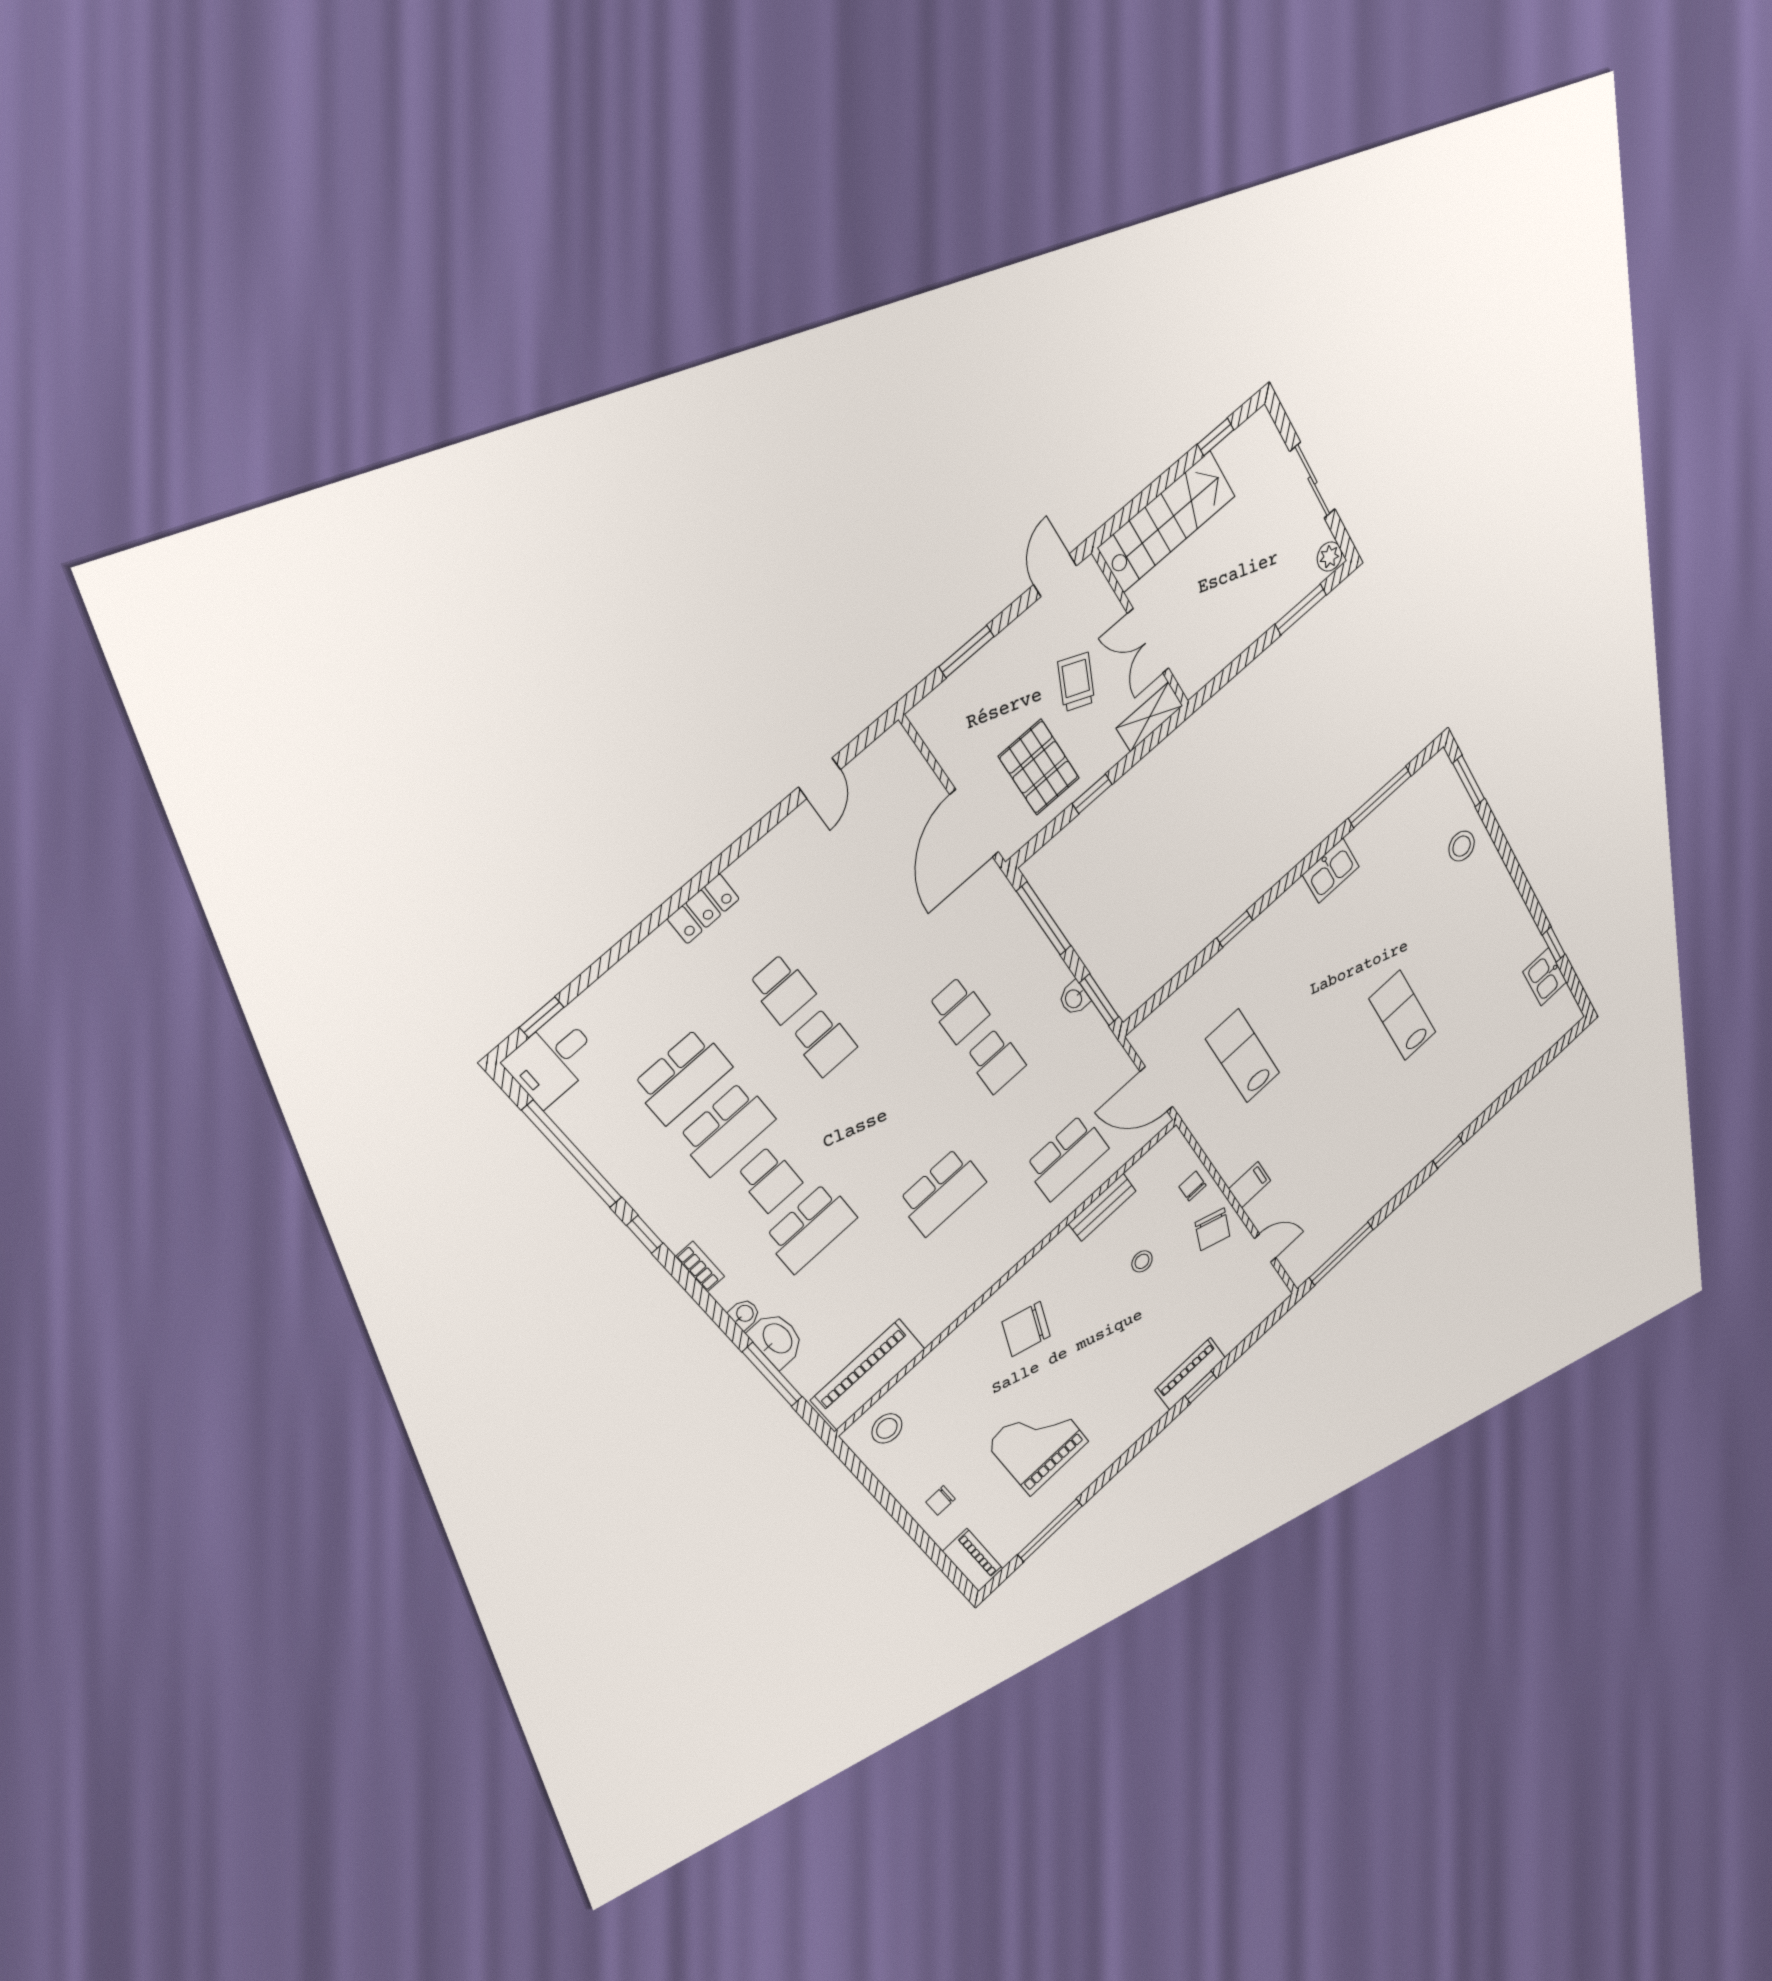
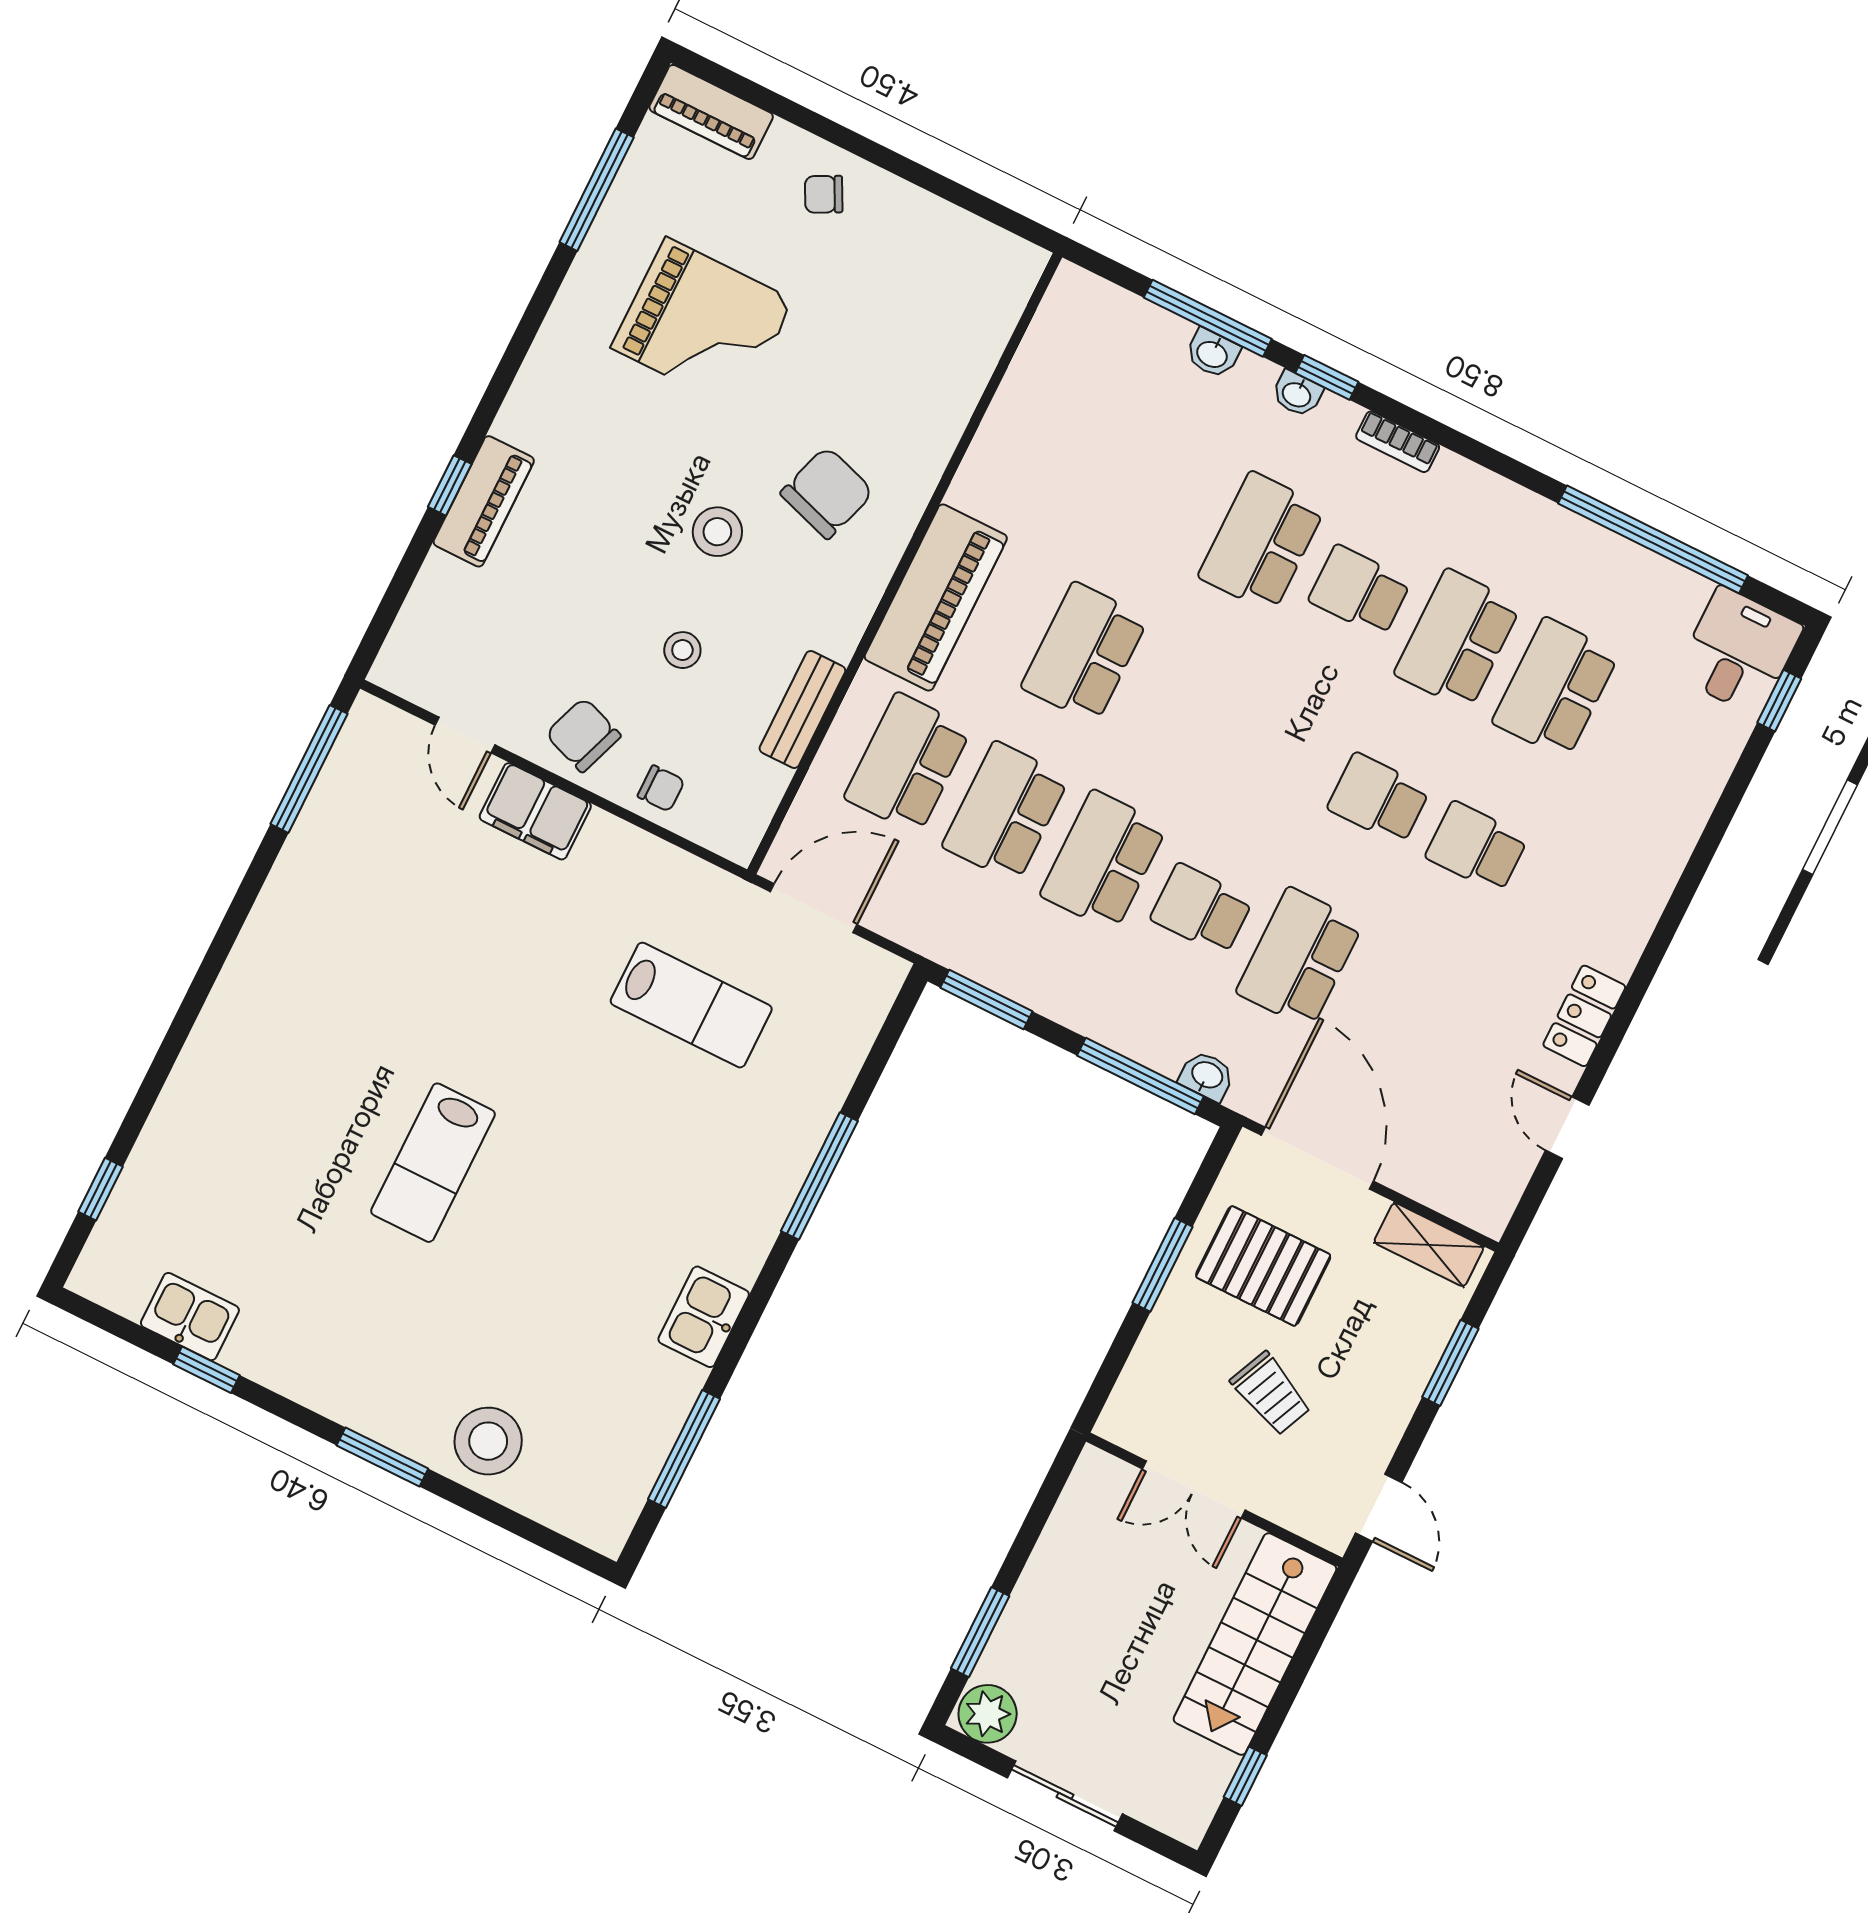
plant: (1329, 556) -> (988, 1714), width x1.38, depth x1.38
double door: (1148, 641) -> (1194, 1490), swing flipped
shelving: (1149, 717) -> (1429, 1245), moved, turned 90
window: (1469, 781) -> (382, 1457), moved
window: (1092, 794) -> (1163, 1265), width x1.50
stool: (1462, 846) -> (488, 1441), width x1.38, depth x1.38
locker: (703, 909) -> (1584, 1016), moved
window: (1235, 929) -> (819, 1176), width x2.17
school desk: (920, 957) -> (1300, 958), added
washbasin: (1074, 998) -> (1207, 1076), moved
lab bench: (1402, 1016) -> (433, 1163), turned 90
school desk: (996, 1061) -> (1104, 861), width x1.85
school desk: (1032, 1110) -> (1006, 812), added
window: (1448, 1152) -> (100, 1189), moved
filing cabinet: (1250, 1185) -> (535, 811), width x2.00
window: (645, 1234) -> (1327, 377), moved
door: (1265, 1248) -> (465, 735), hinge flipped
washbasin: (777, 1339) -> (1213, 353), width x0.52, depth x0.69
piano: (868, 1374) -> (936, 597), moved
stool: (887, 1428) -> (717, 532), moved
chair: (941, 1500) -> (824, 194), turned -117

